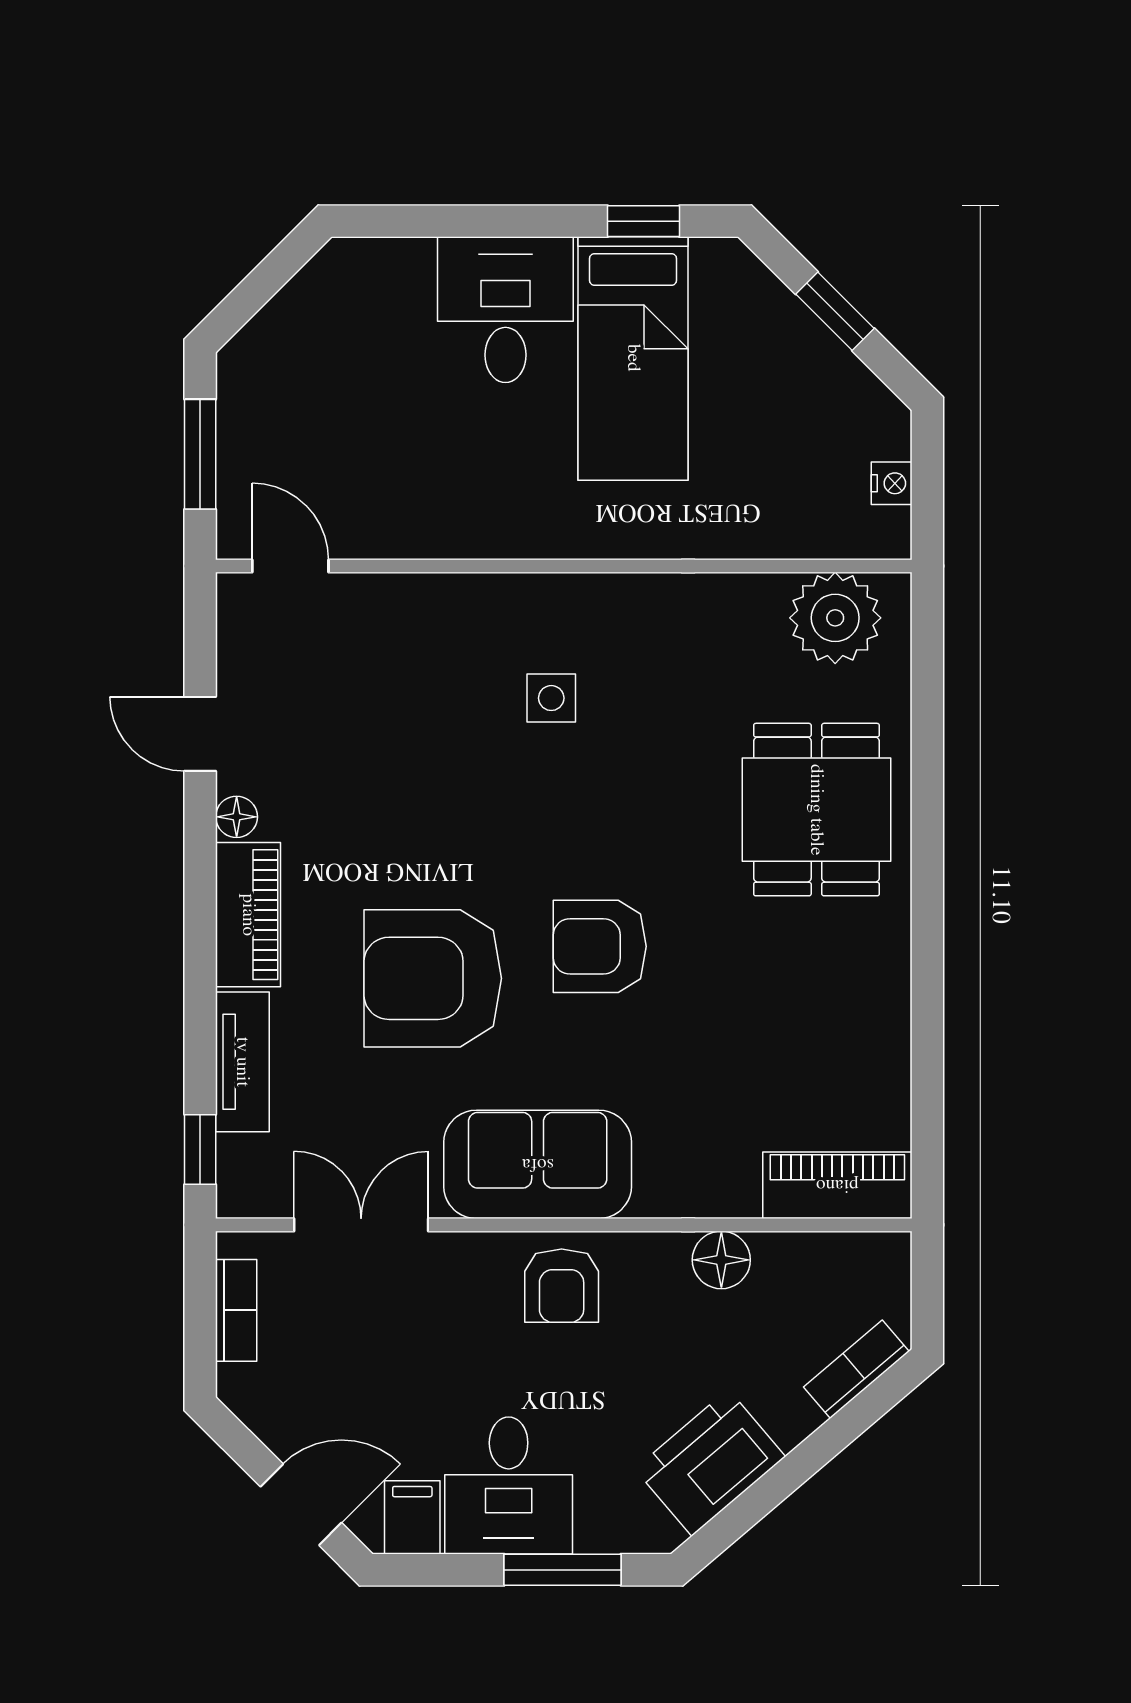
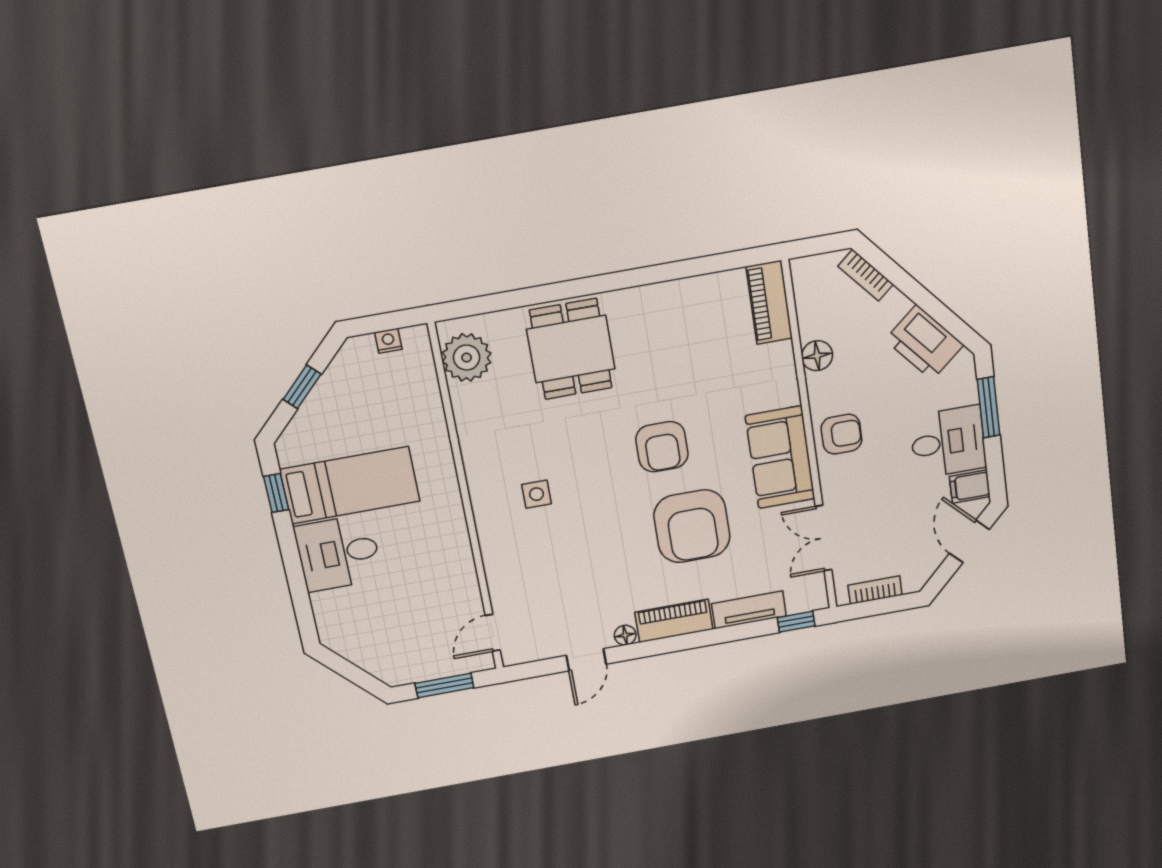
dining table: (816, 810) -> (571, 349), turned 90

